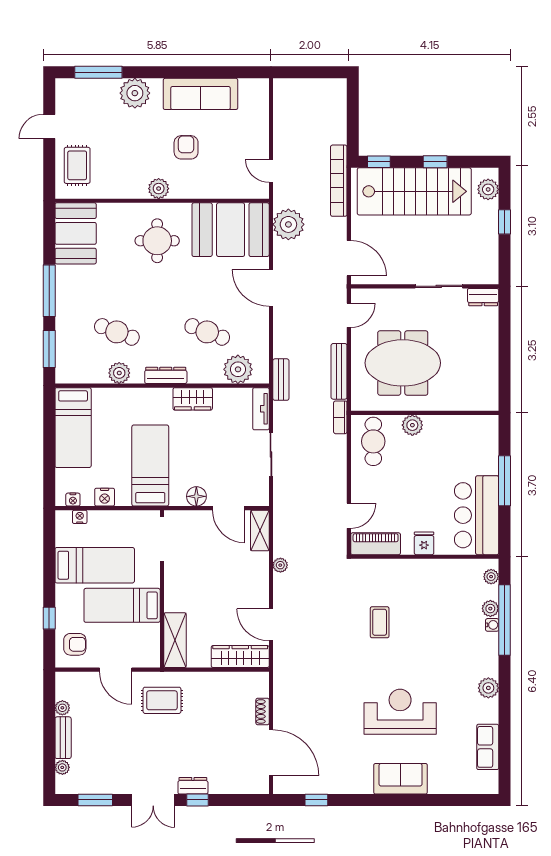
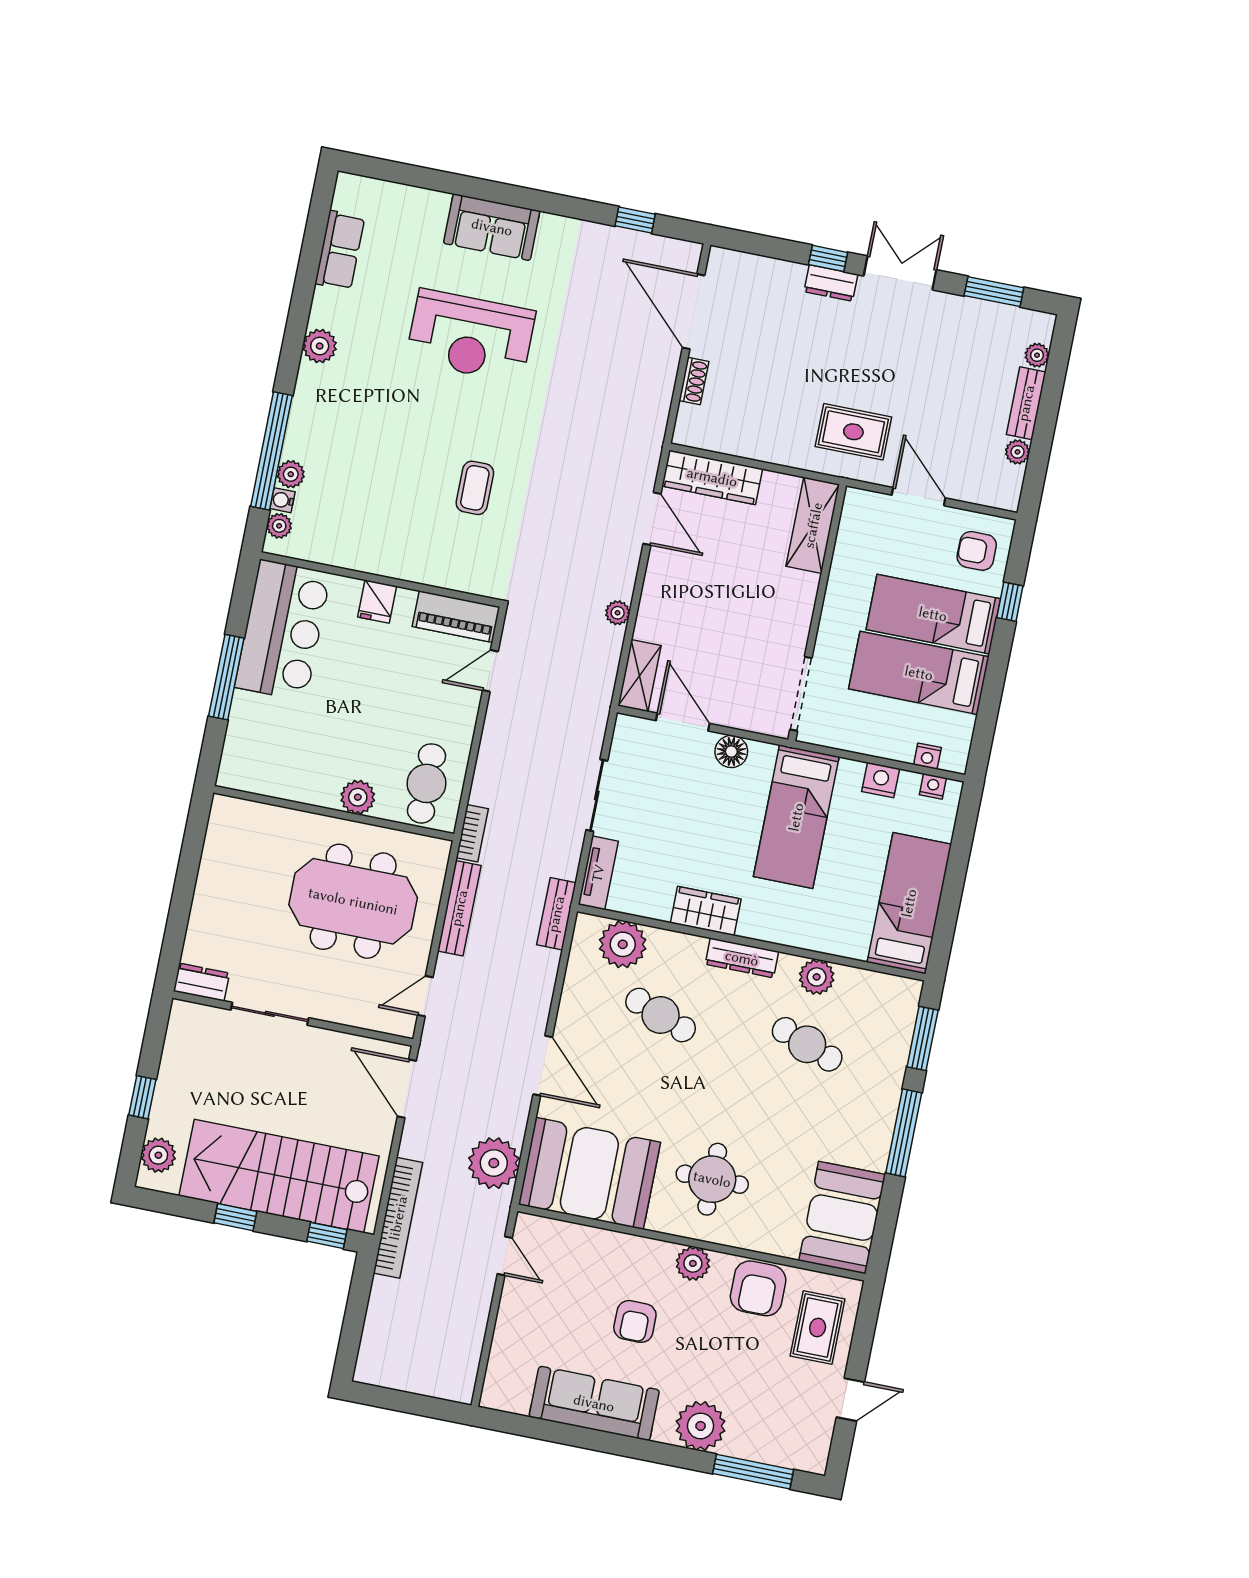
armchair: (117, 181) -> (758, 1288), added
bed: (122, 605) -> (933, 614), moved, turned 180
water cooler: (492, 625) -> (283, 500), moved

